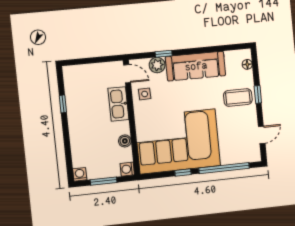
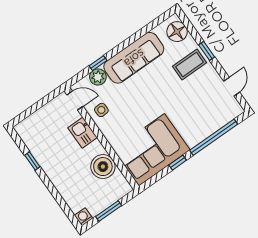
floor lamp: (247, 64) -> (177, 32), width x1.89, depth x1.89
kitchen sink: (118, 104) -> (83, 133), width x0.73
boiler: (125, 141) -> (103, 167), width x1.86, depth x1.86
corner sofa: (178, 141) -> (152, 150), width x0.73, depth x0.74
washing machine: (127, 169) -> (124, 188), removed

